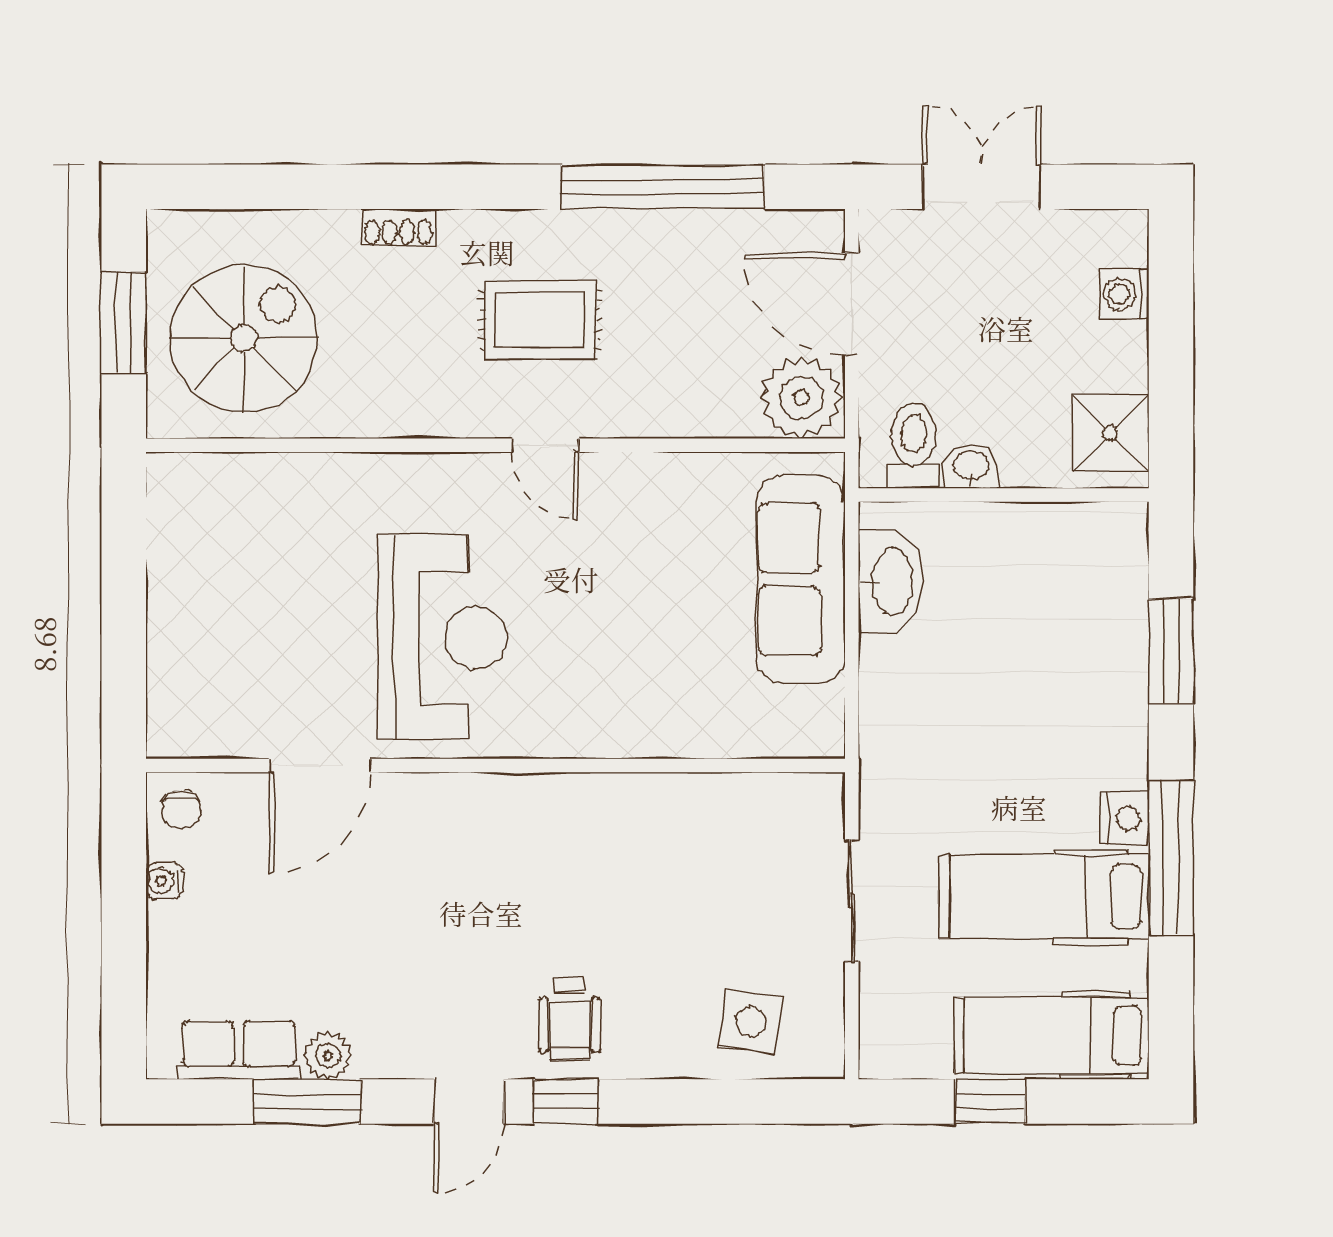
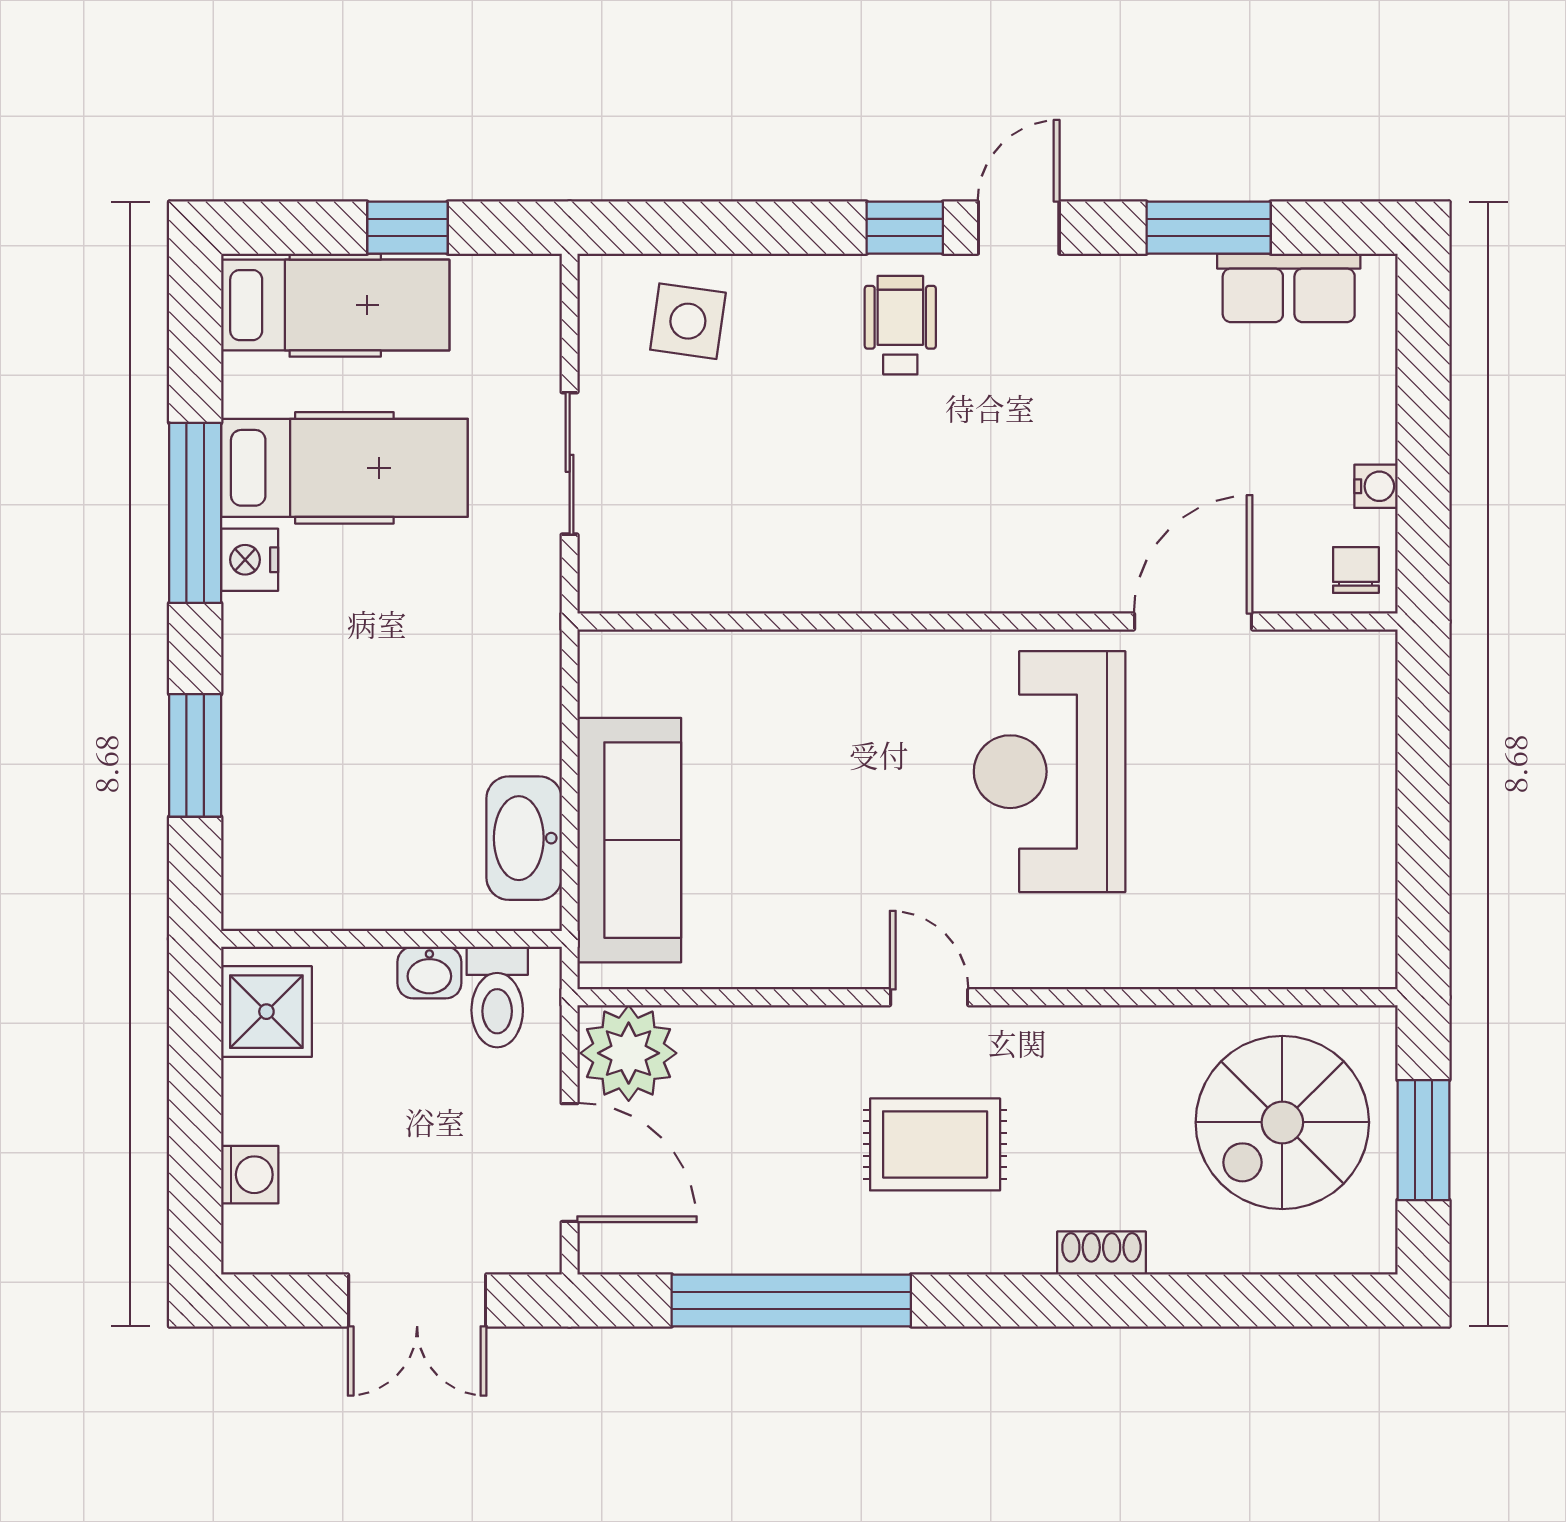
plant: (328, 1056) -> (1184, 281), removed

